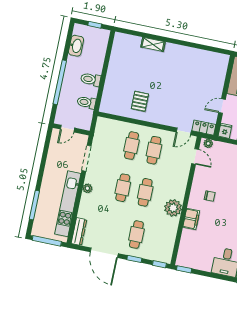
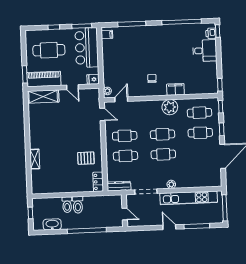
shelving: (220, 71) -> (43, 97), added
toilet: (86, 102) -> (67, 205), moved
locker: (204, 128) -> (98, 182), moved
door: (41, 174) -> (169, 227), added
dresser: (79, 231) -> (119, 186), moved
cafe table: (159, 239) -> (199, 113), added

